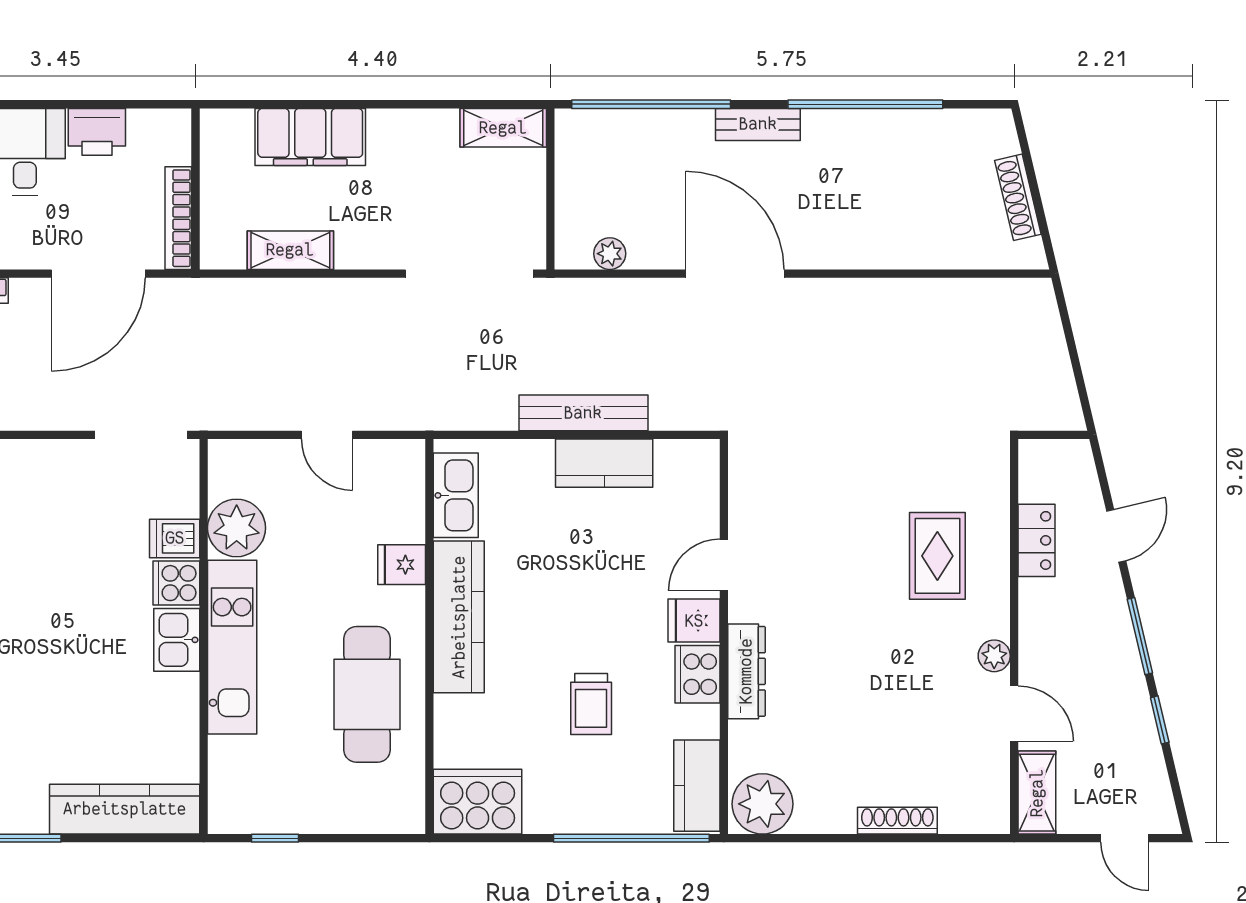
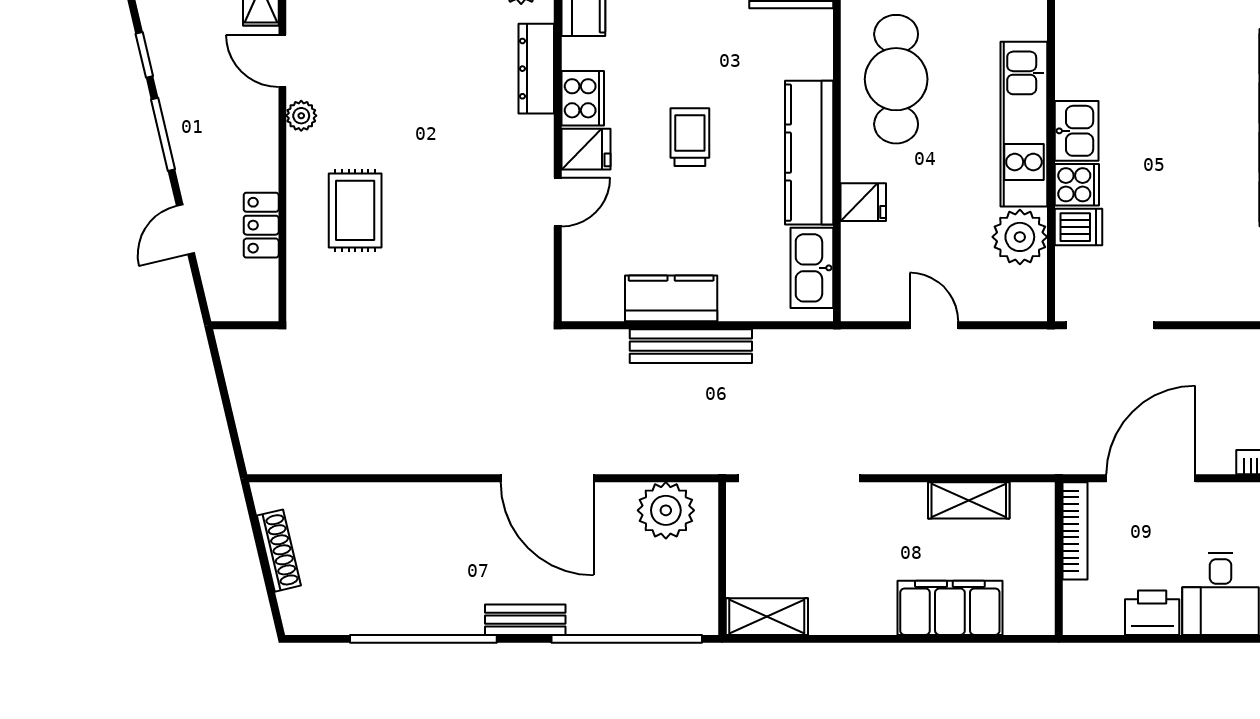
plant: (610, 254) -> (666, 510), width x1.88, depth x1.88
dresser: (746, 671) -> (536, 69), moved
trolley: (591, 704) -> (690, 137), moved

